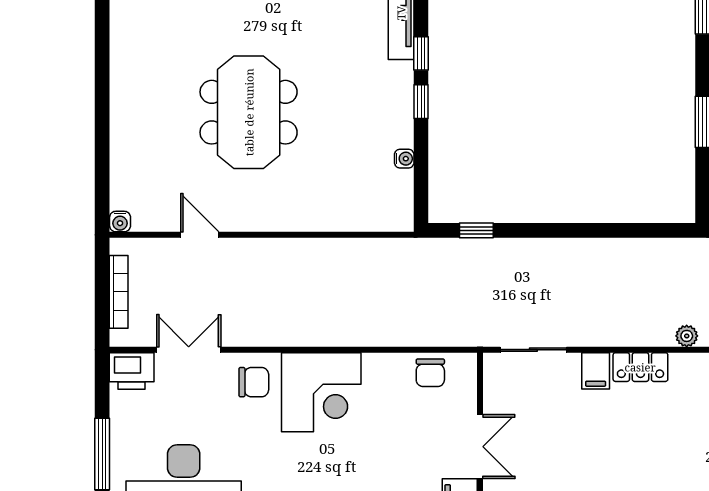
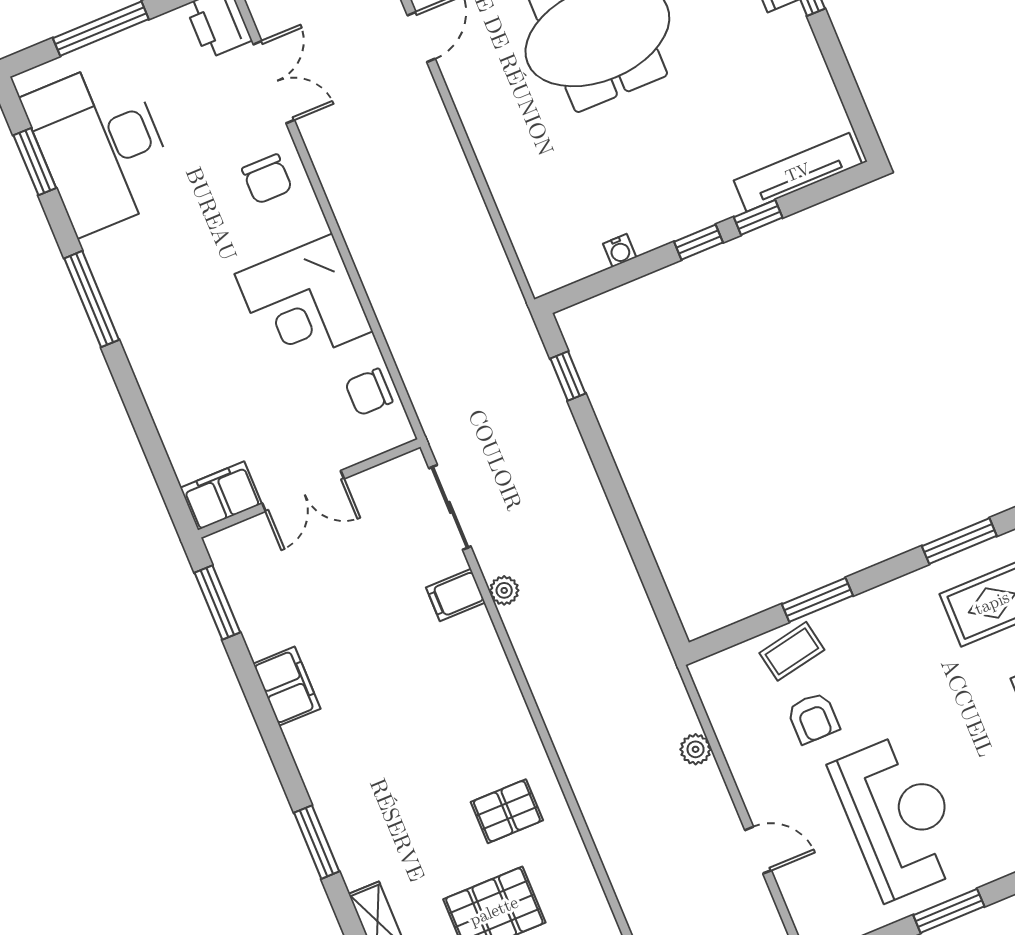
plant: (687, 336) -> (504, 590), moved
locker: (640, 367) -> (483, 648), removed
corner desk: (321, 392) -> (304, 303), moved

